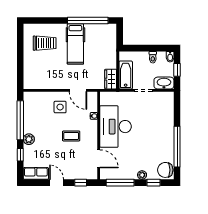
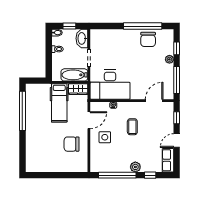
trolley: (45, 43) -> (44, 152), removed
hospital bed: (75, 44) -> (59, 103), moved, turned 90
chair: (53, 72) -> (72, 144), added
desk: (115, 127) -> (110, 85), moved
chair: (165, 170) -> (148, 39), moved

